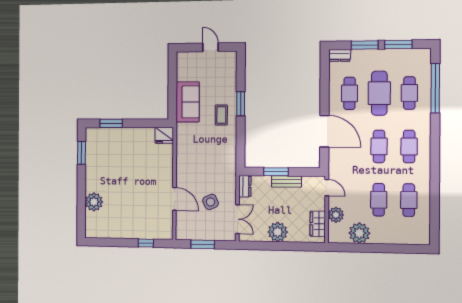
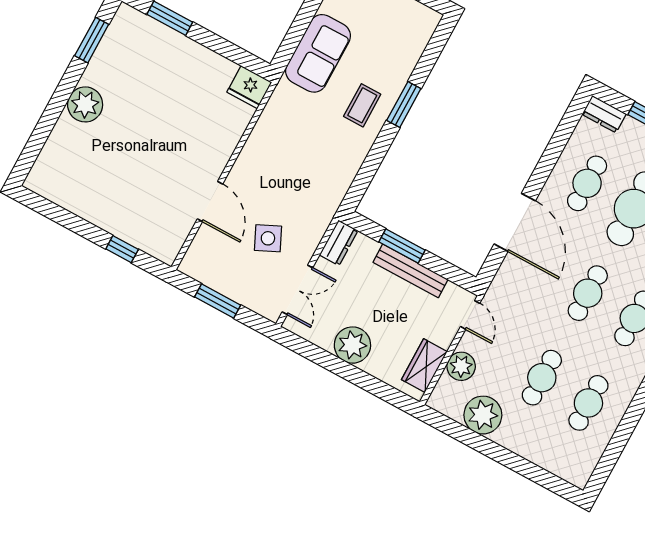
bench: (286, 182) -> (410, 271), width x1.36
plant: (94, 202) -> (85, 104), moved

